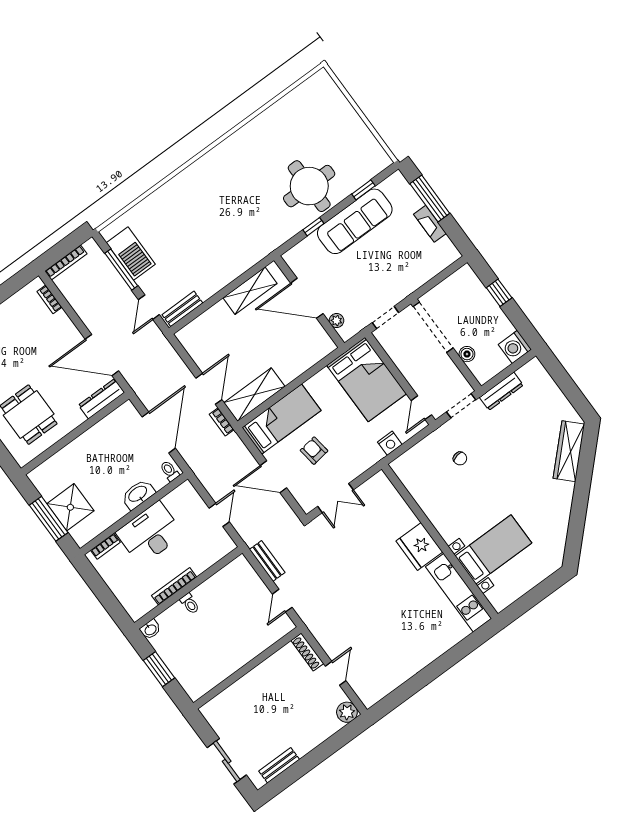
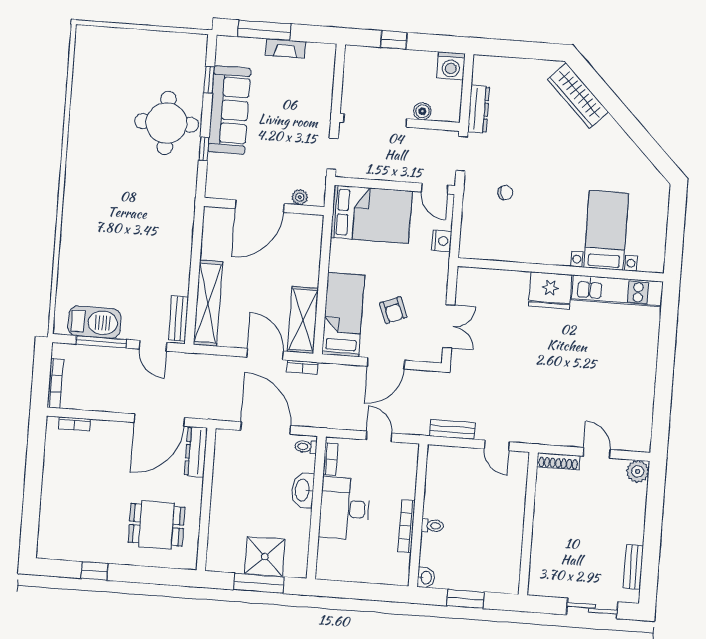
shelving: (250, 291) -> (208, 303), moved, width x1.47
armchair: (314, 451) -> (393, 310), turned -104
bookcase: (105, 546) -> (330, 459), moved

